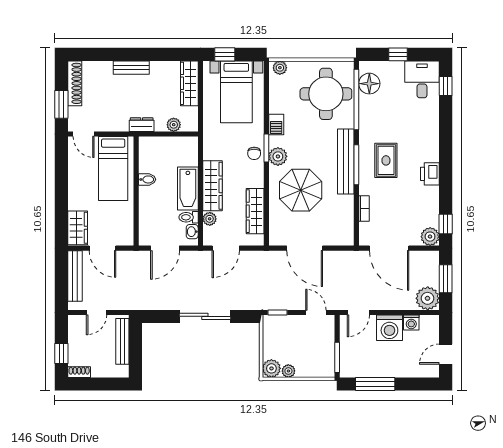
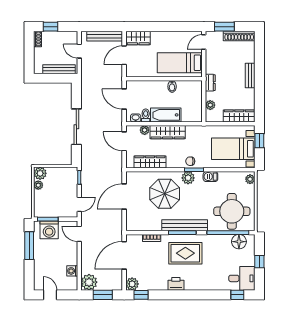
rug: (386, 160) -> (185, 253), width x1.36, depth x1.43
washing machine: (389, 328) -> (49, 230), moved, turned -90

